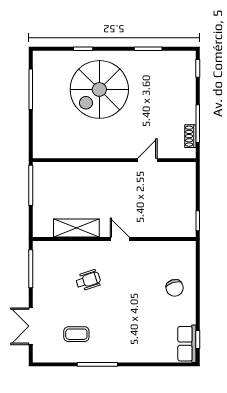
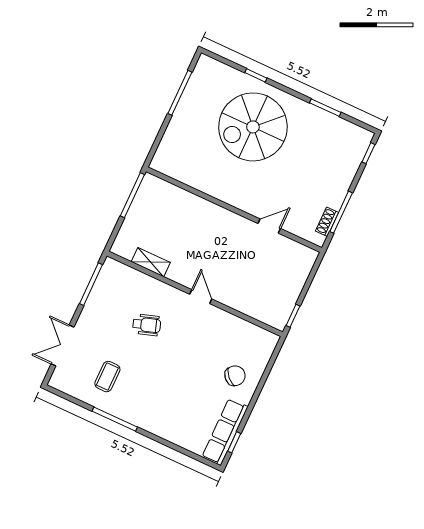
shelving: (76, 228) -> (151, 262), width x0.67, depth x0.75
chair: (175, 288) -> (235, 376), turned -115
coffee table: (76, 334) -> (107, 377), turned 90
row of seats: (187, 344) -> (225, 432), width x1.48

